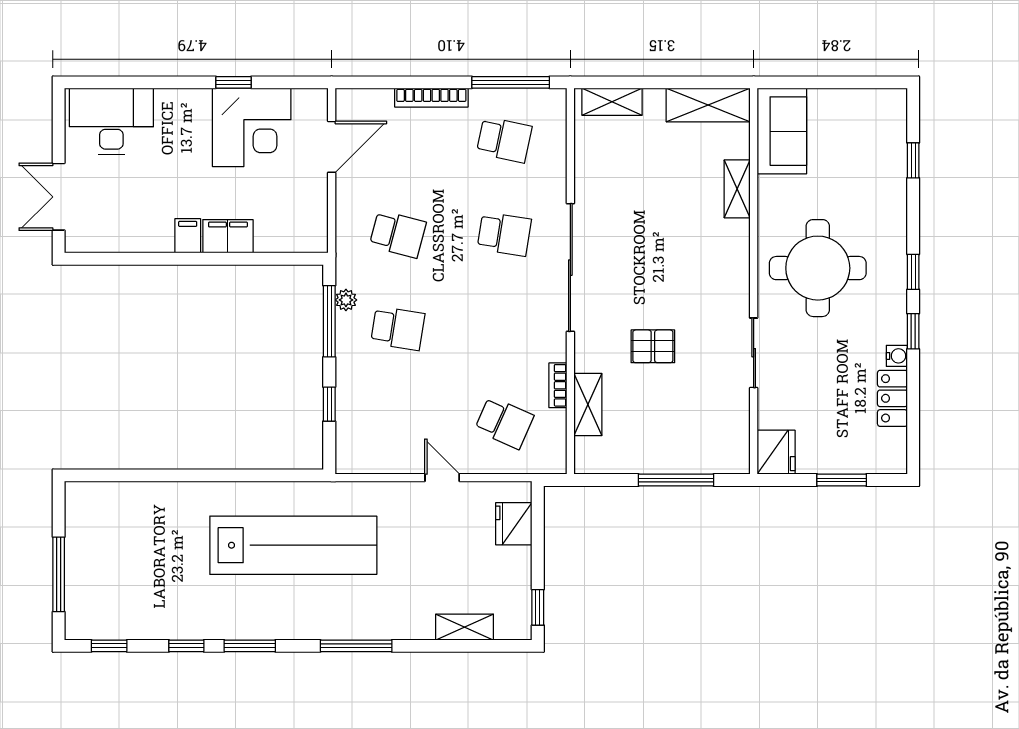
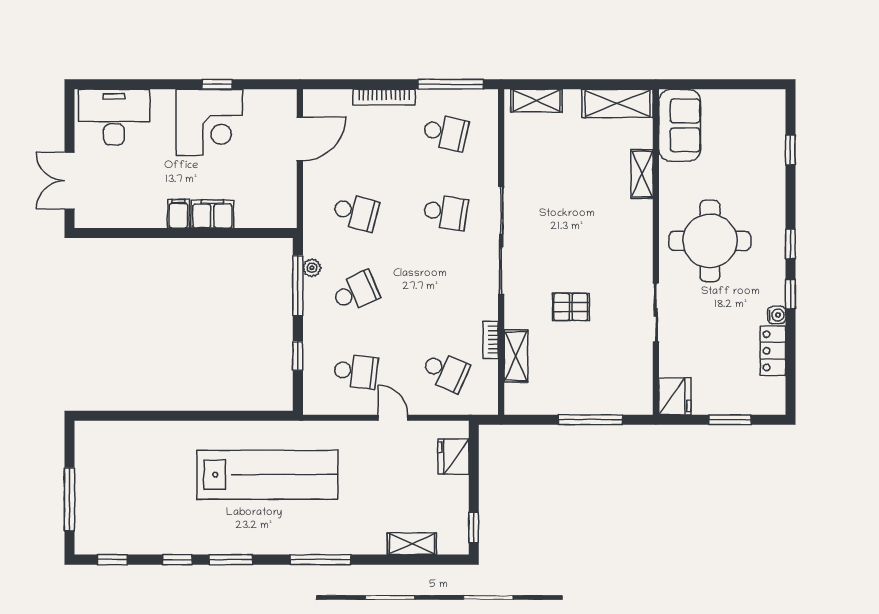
corner desk: (252, 127) -> (209, 122), moved
school desk: (398, 328) -> (356, 292), turned -33
school desk: (398, 423) -> (356, 371), added

